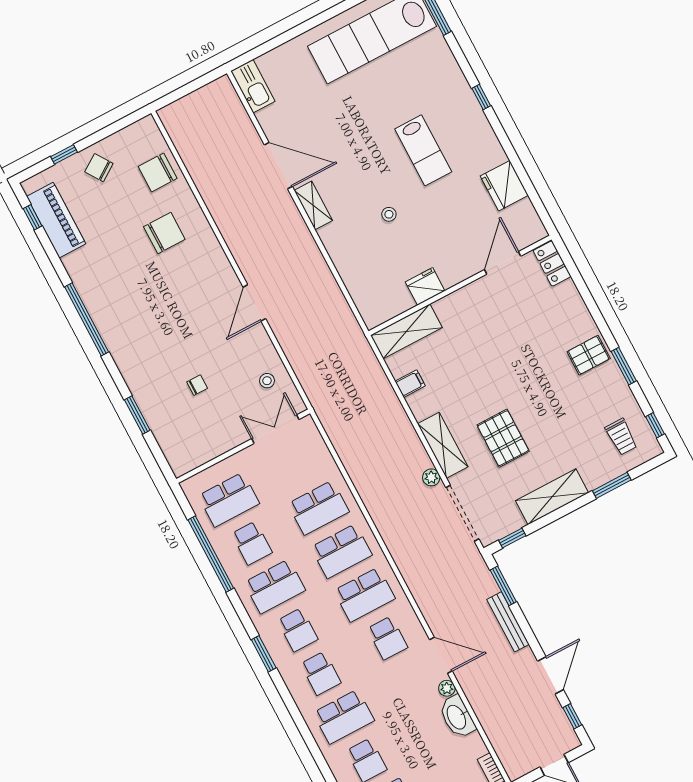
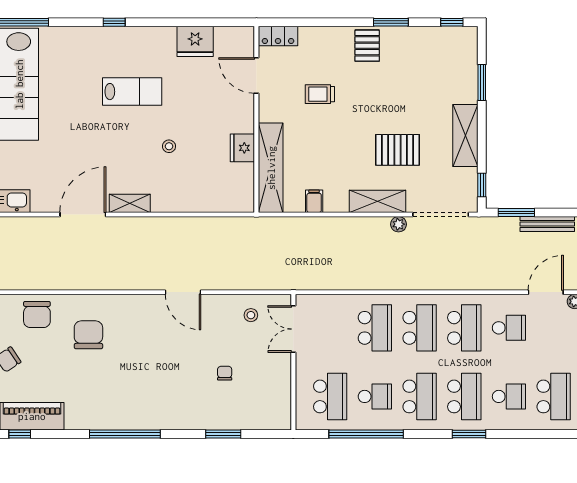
shelving: (406, 331) -> (271, 168), width x1.47
trolley: (621, 437) -> (320, 94), moved, turned 180
school desk: (298, 630) -> (464, 396), width x1.85

